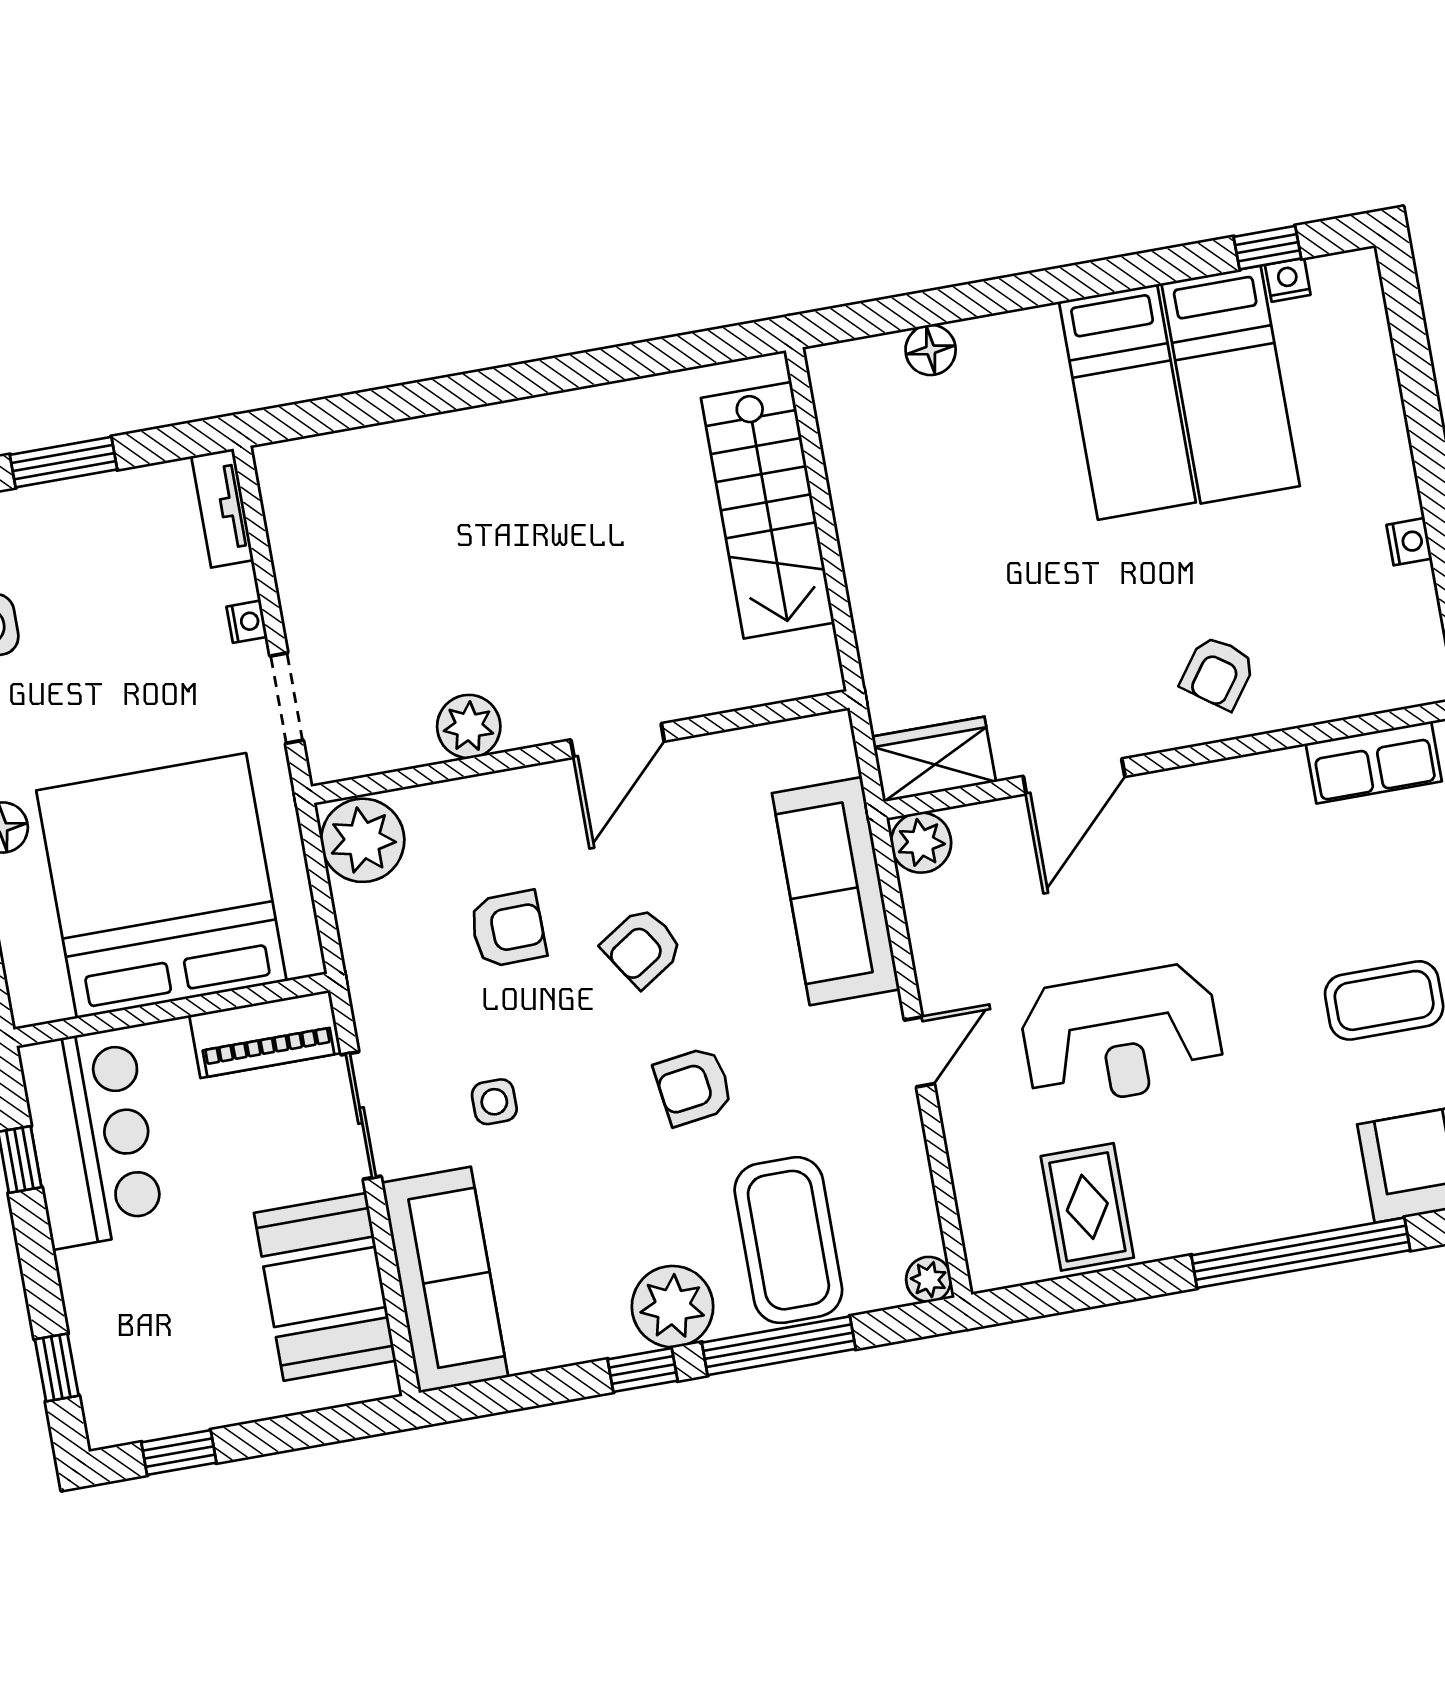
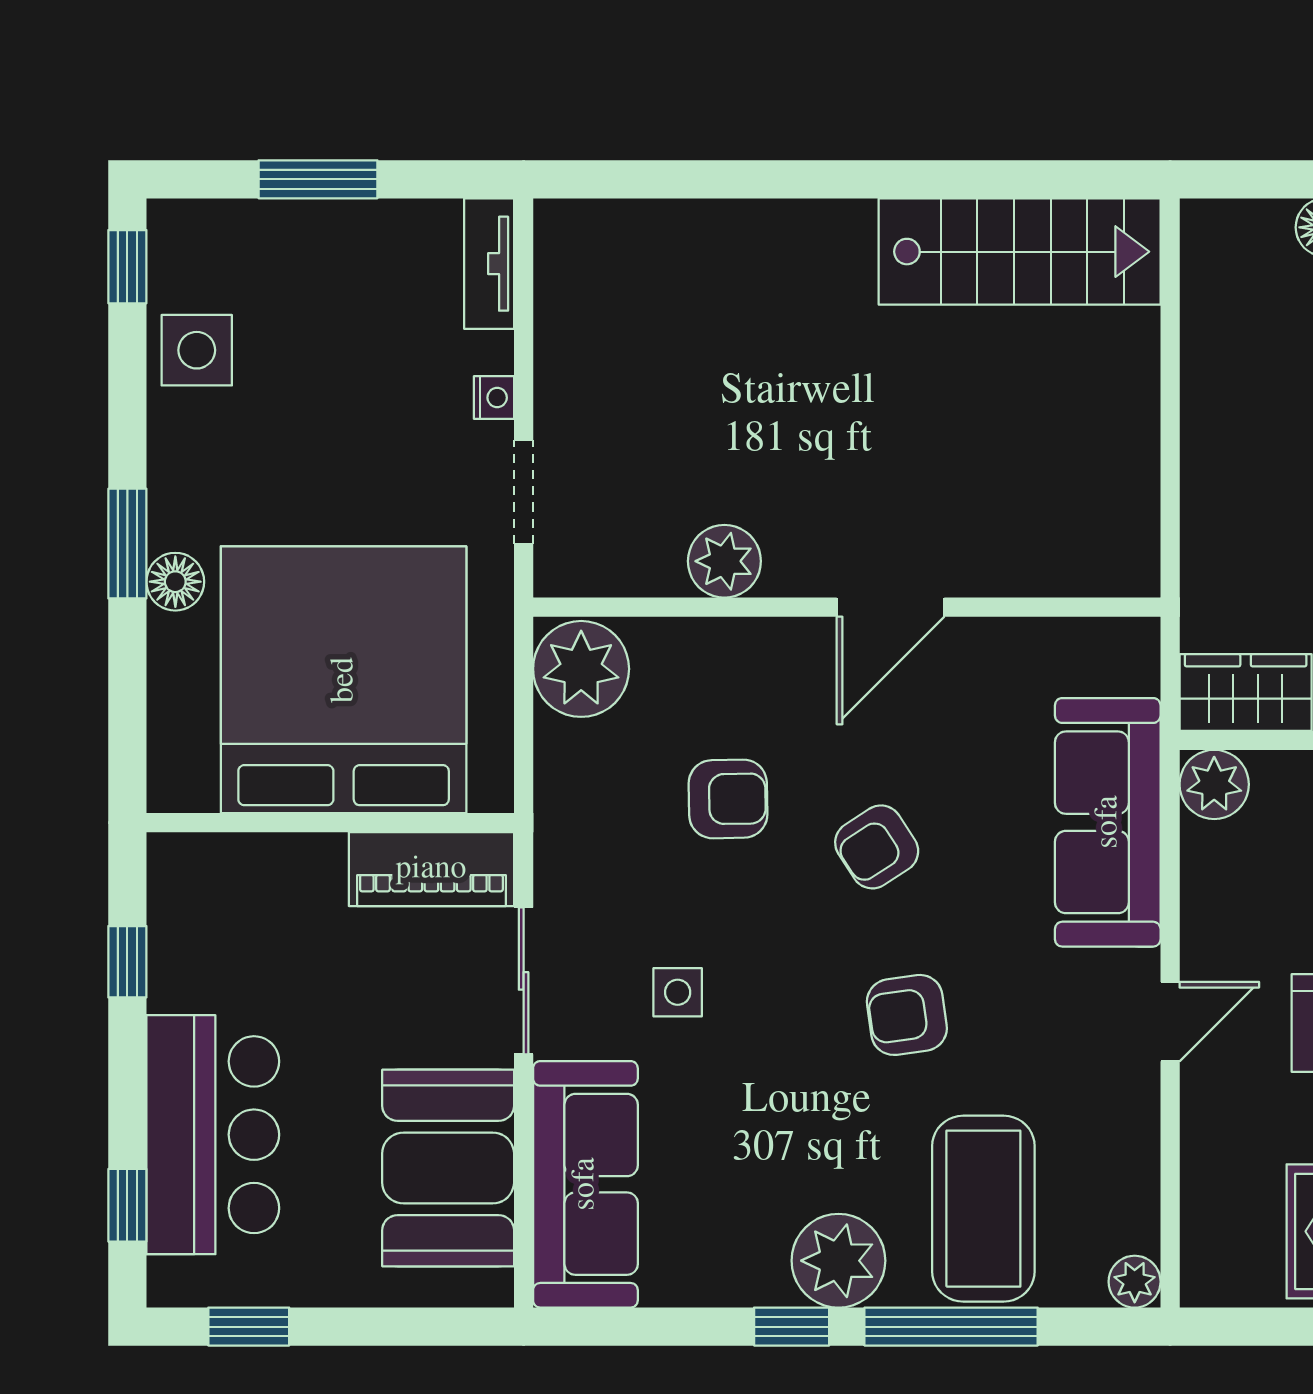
stairs: (768, 510) -> (1020, 252), moved, turned -90
bar counter: (91, 1138) -> (213, 1135), moved

